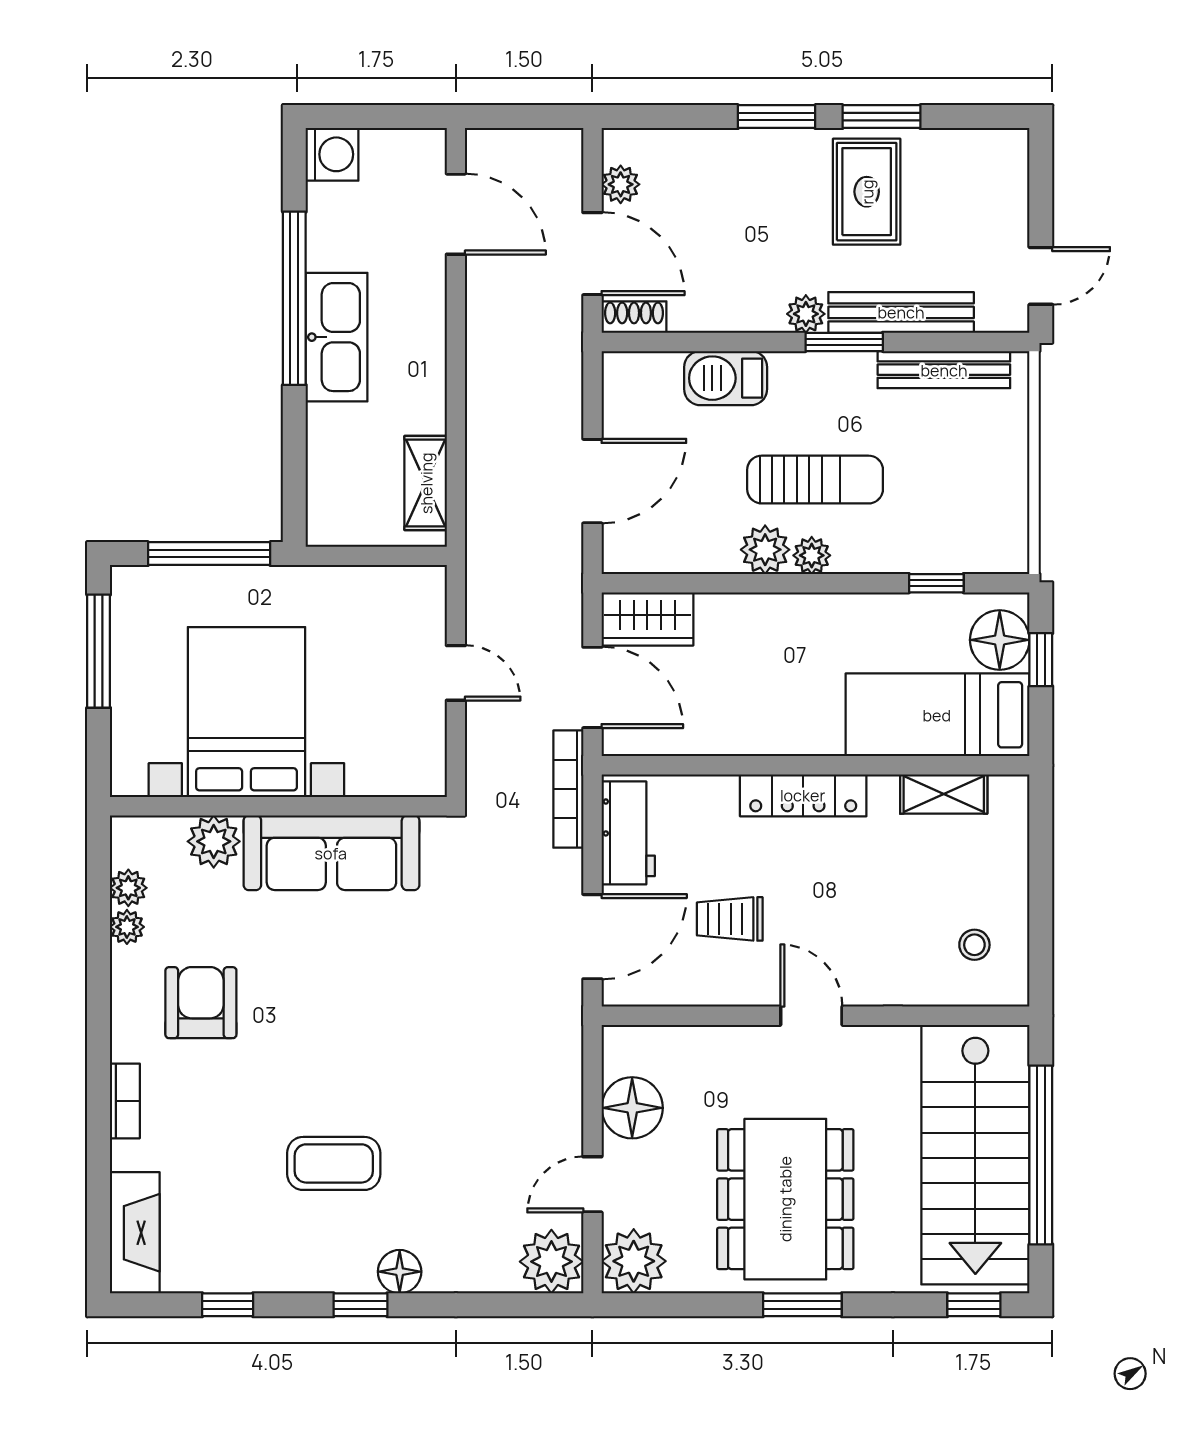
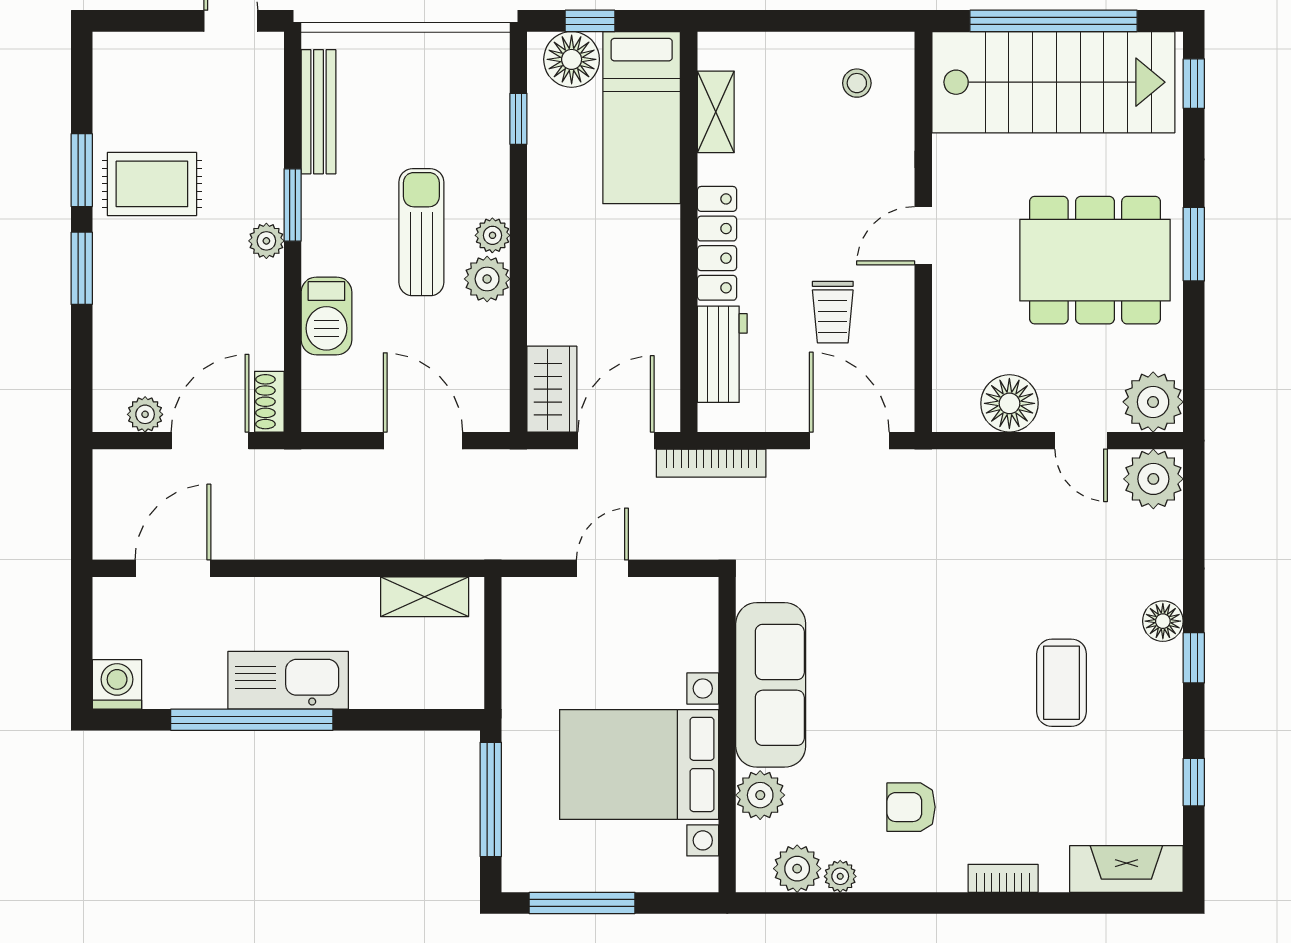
bench: (901, 312) -> (265, 152), removed
workbench: (628, 833) -> (722, 354), moved, turned 90
plant: (128, 888) -> (797, 869), width x1.38, depth x1.38
armchair: (201, 1003) -> (911, 807), width x0.72, depth x0.72

